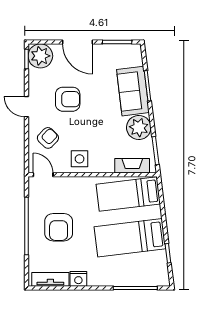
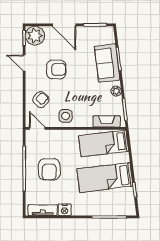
door: (27, 107) -> (24, 63), moved
plant: (139, 128) -> (116, 91), width x0.53, depth x0.53

